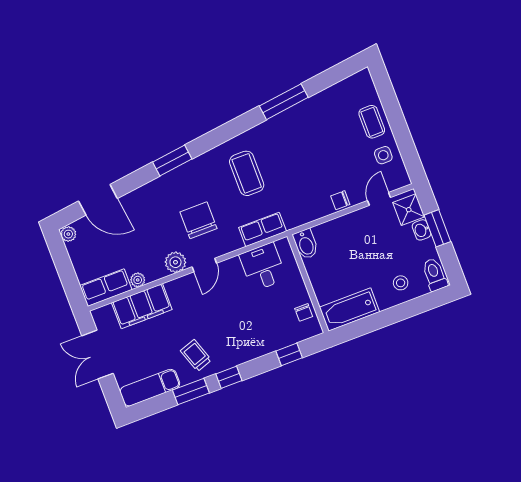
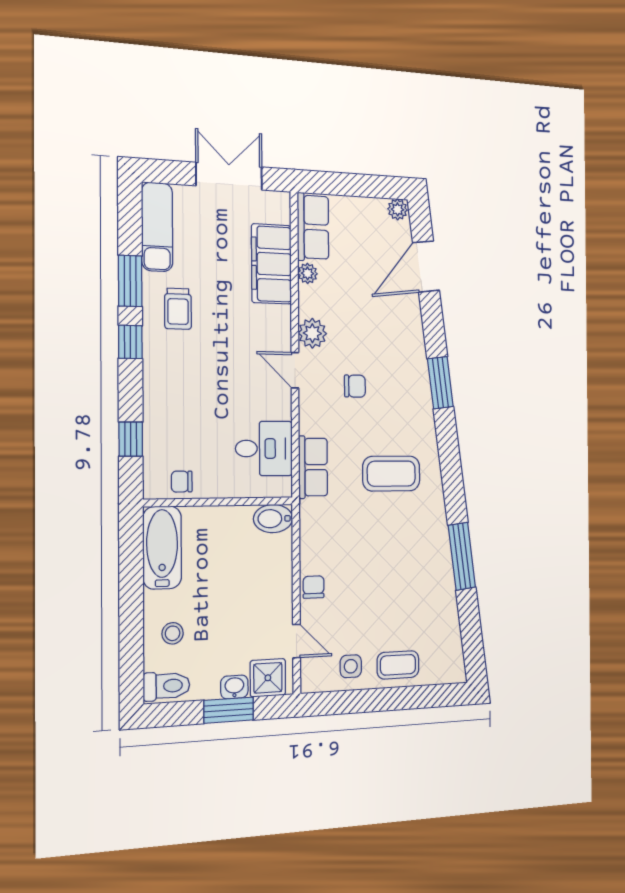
chair: (198, 220) -> (355, 386), width x0.54, depth x0.54
trolley: (196, 355) -> (178, 309), turned 109

